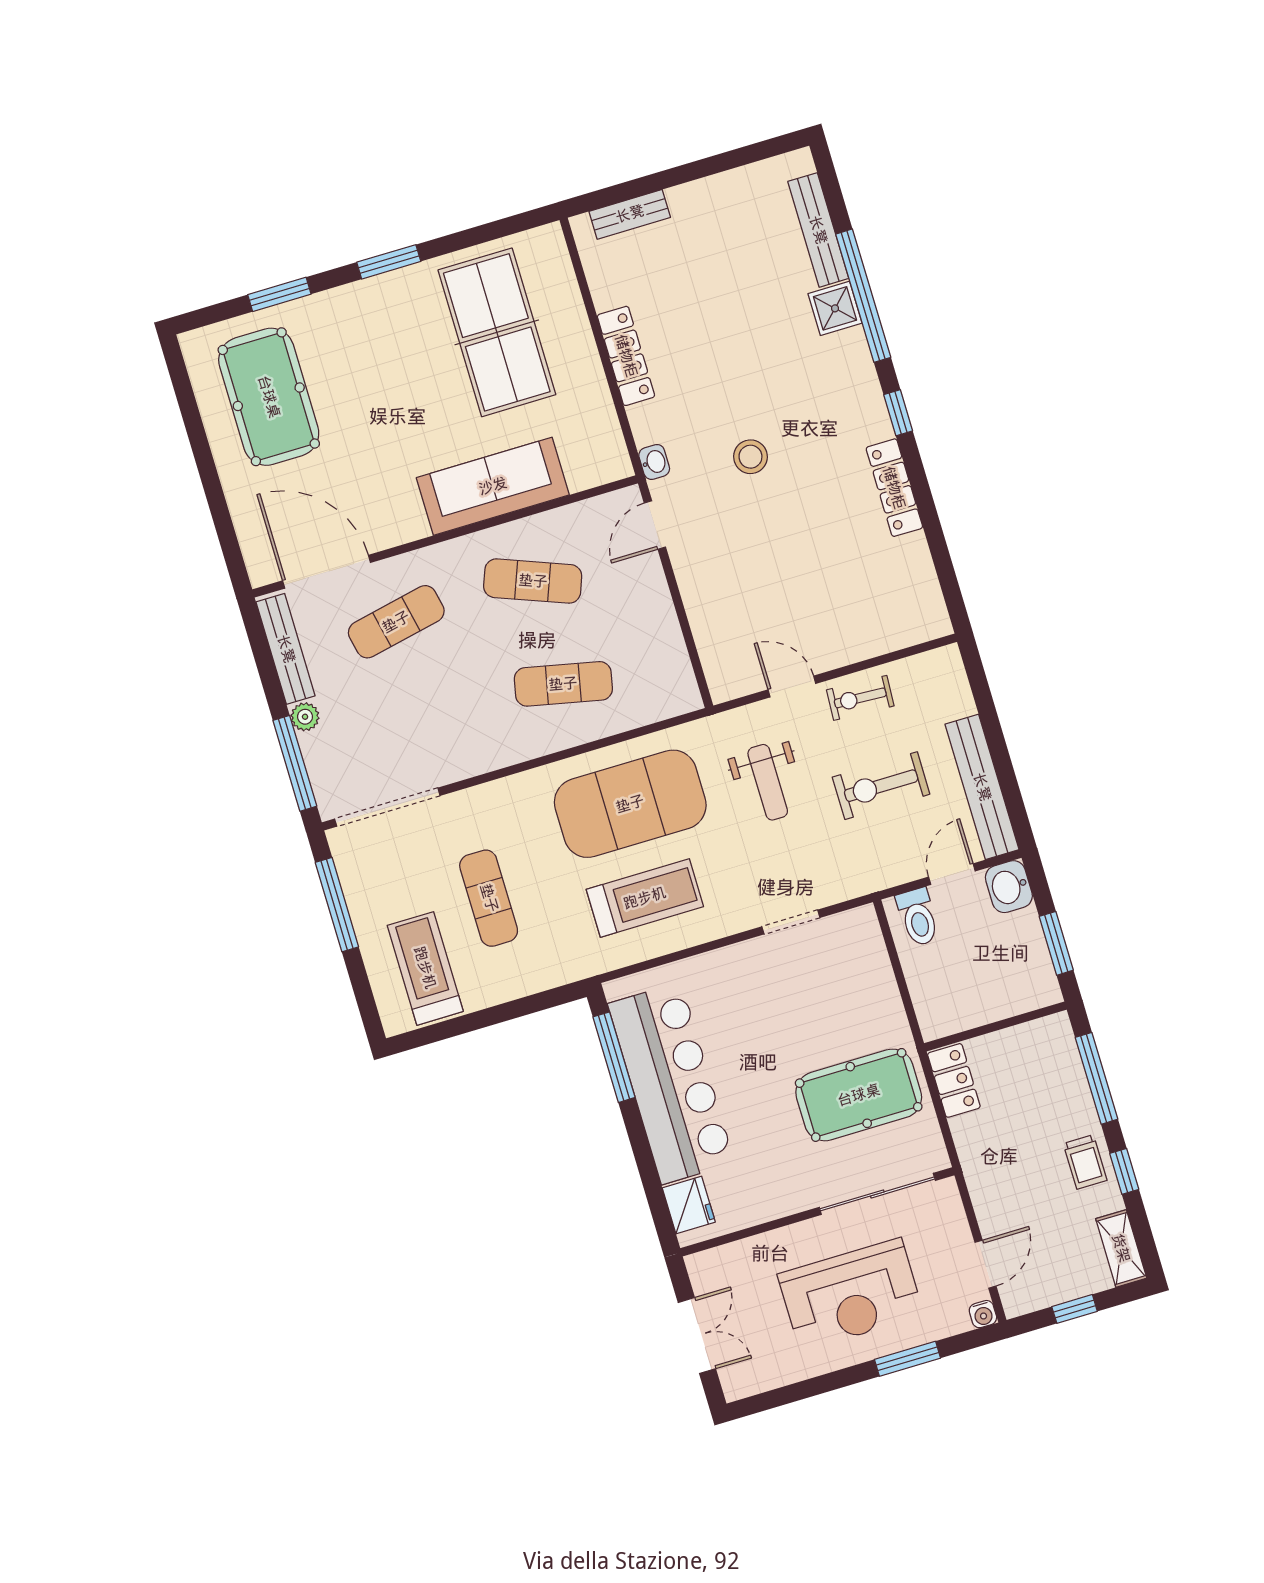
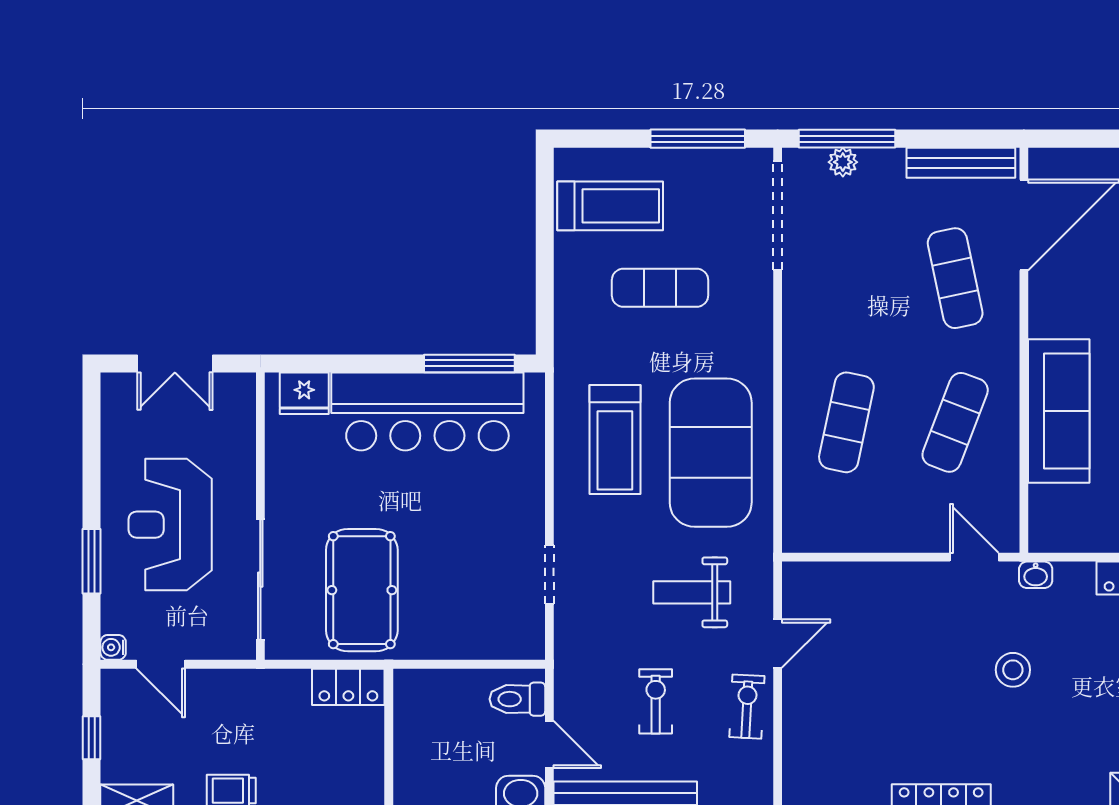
plant: (305, 717) -> (843, 162), moved
exercise bike: (881, 786) -> (656, 701), width x0.73, depth x0.72

